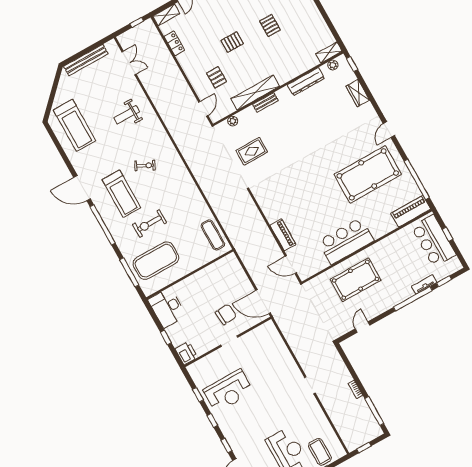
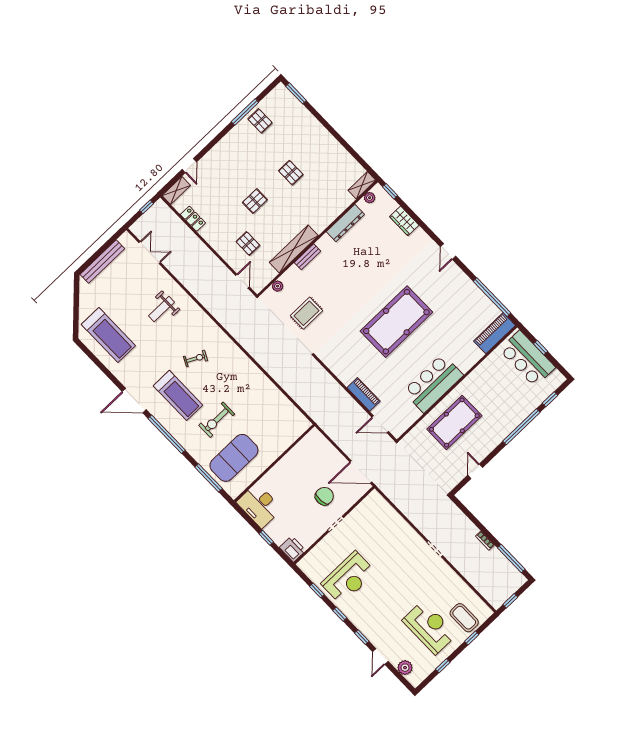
pool table: (368, 174) -> (396, 322), moved
exercise mat: (213, 235) -> (288, 414), removed
tv unit: (424, 284) -> (530, 408), removed

